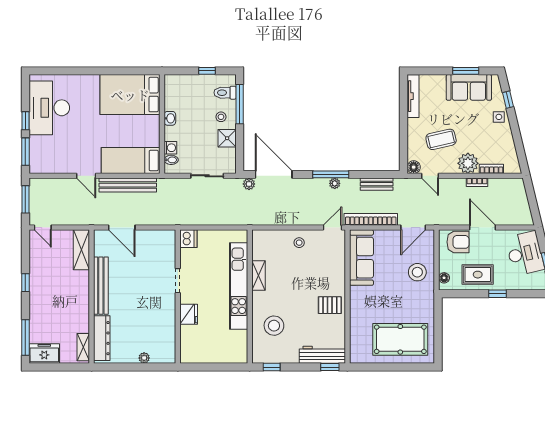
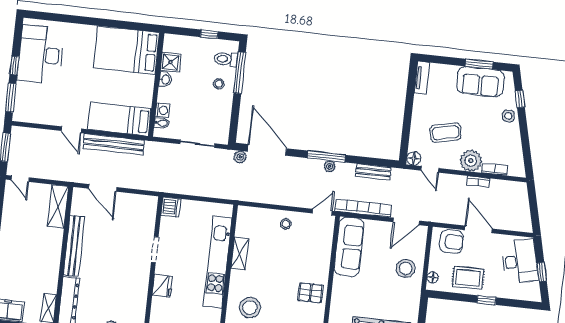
tv unit: (413, 96) -> (422, 78), width x0.71
shower: (227, 138) -> (171, 62), moved

